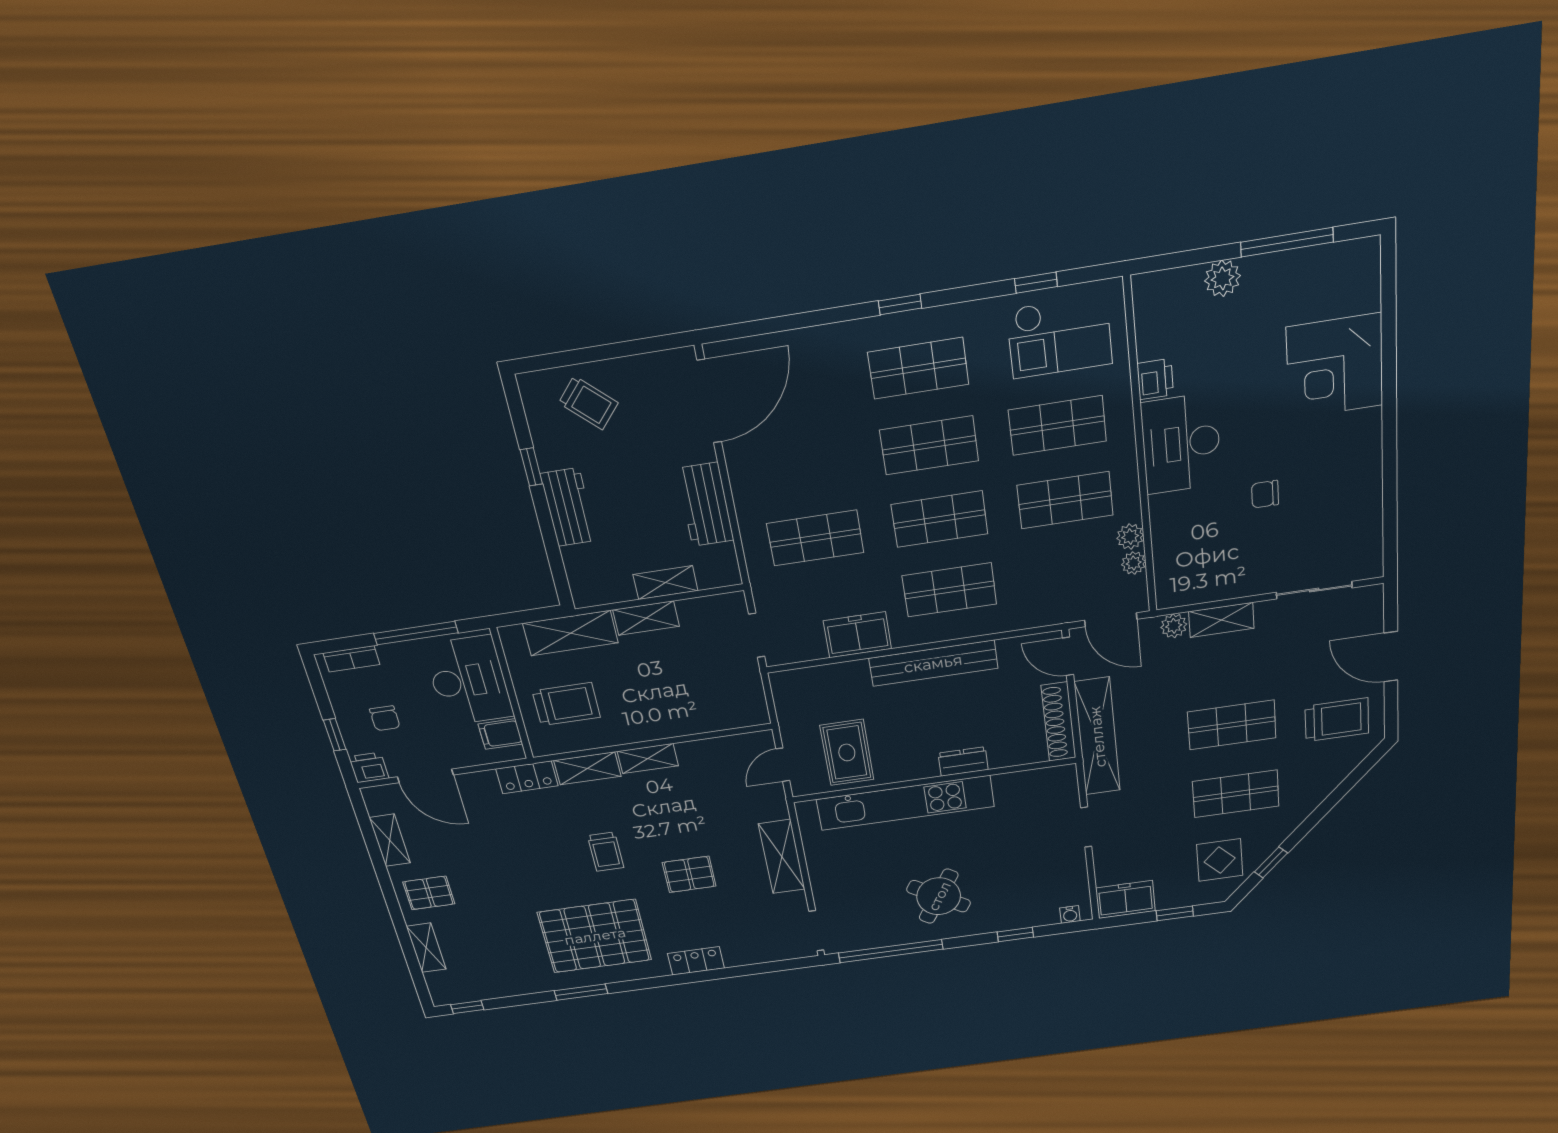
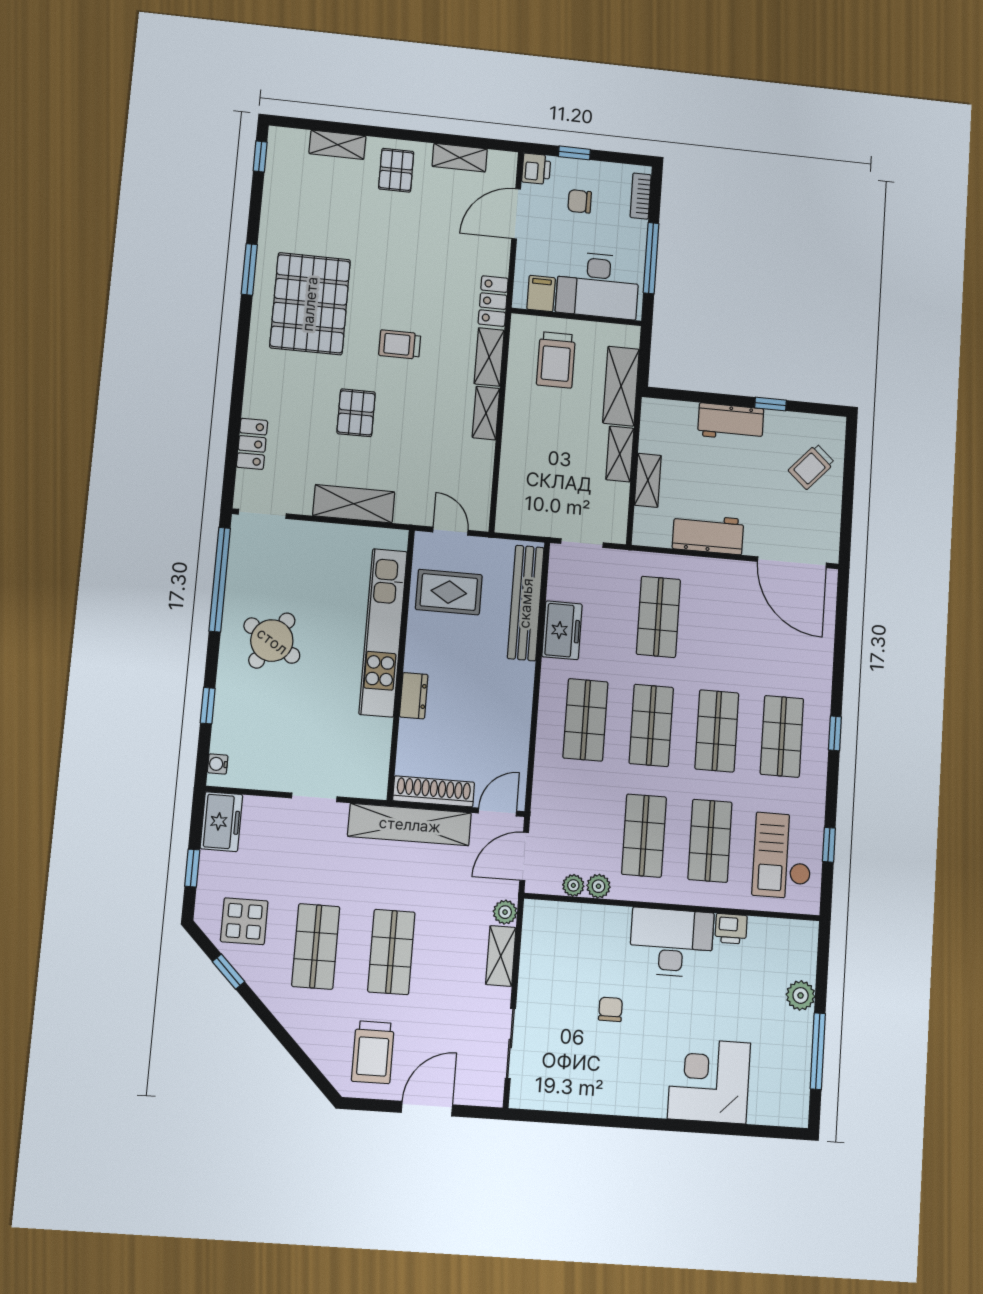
bench: (933, 663) -> (526, 603), moved
locker: (696, 961) -> (252, 444), moved

